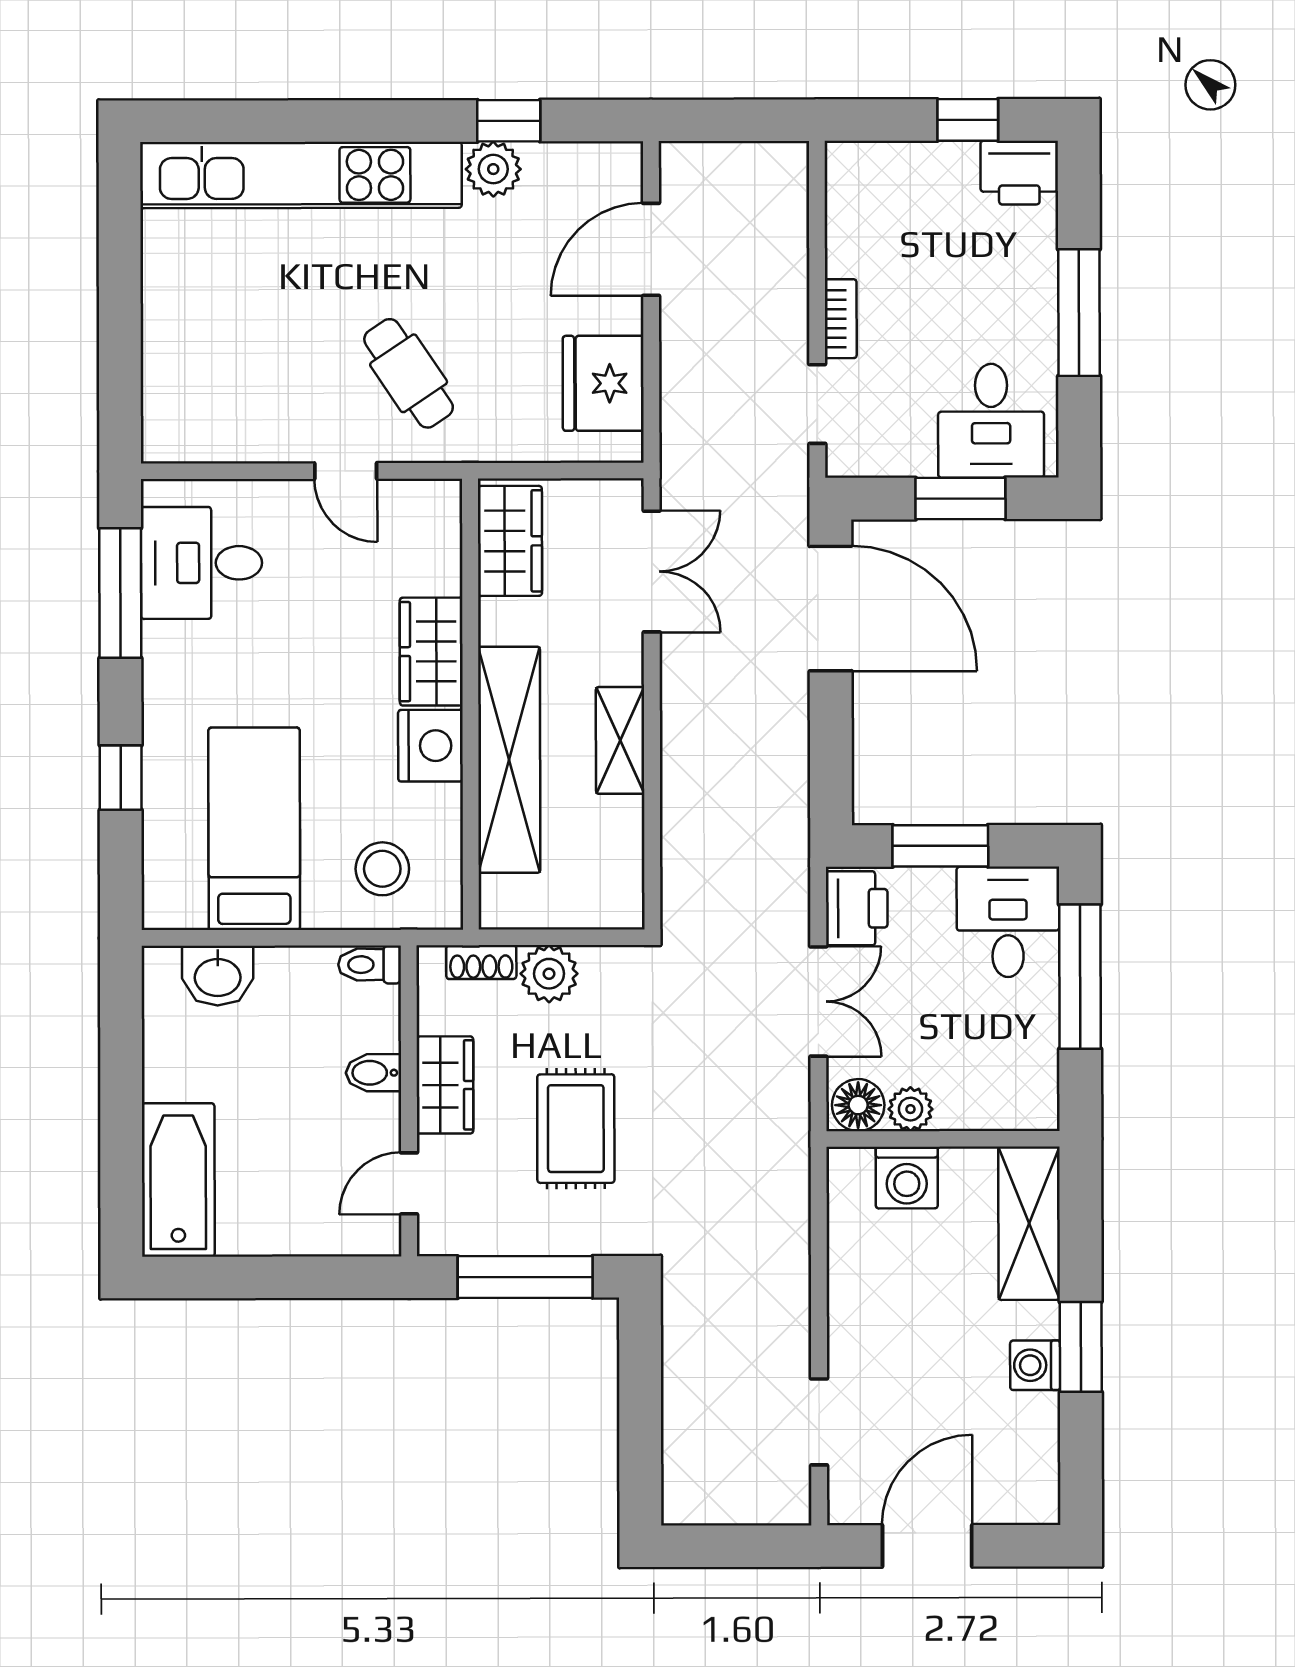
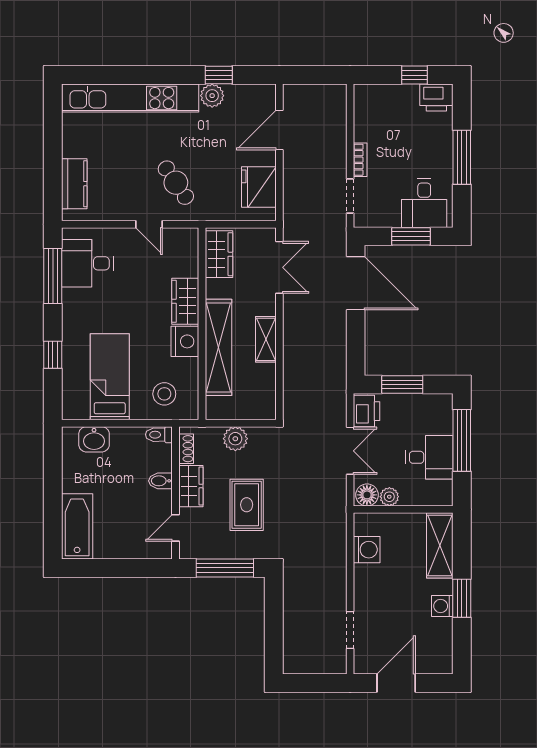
kitchen counter: (170, 376) -> (74, 184), added
desk: (1008, 922) -> (429, 457), moved, turned 90
shoe rack: (481, 962) -> (186, 449), moved, turned -90
washing machine: (907, 1178) -> (367, 550), moved, turned -90

